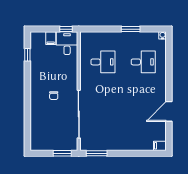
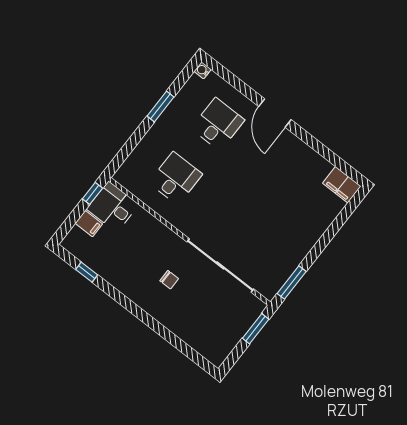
door: (169, 111) -> (275, 113), moved
filing cabinet: (160, 146) -> (342, 185), width x2.00

